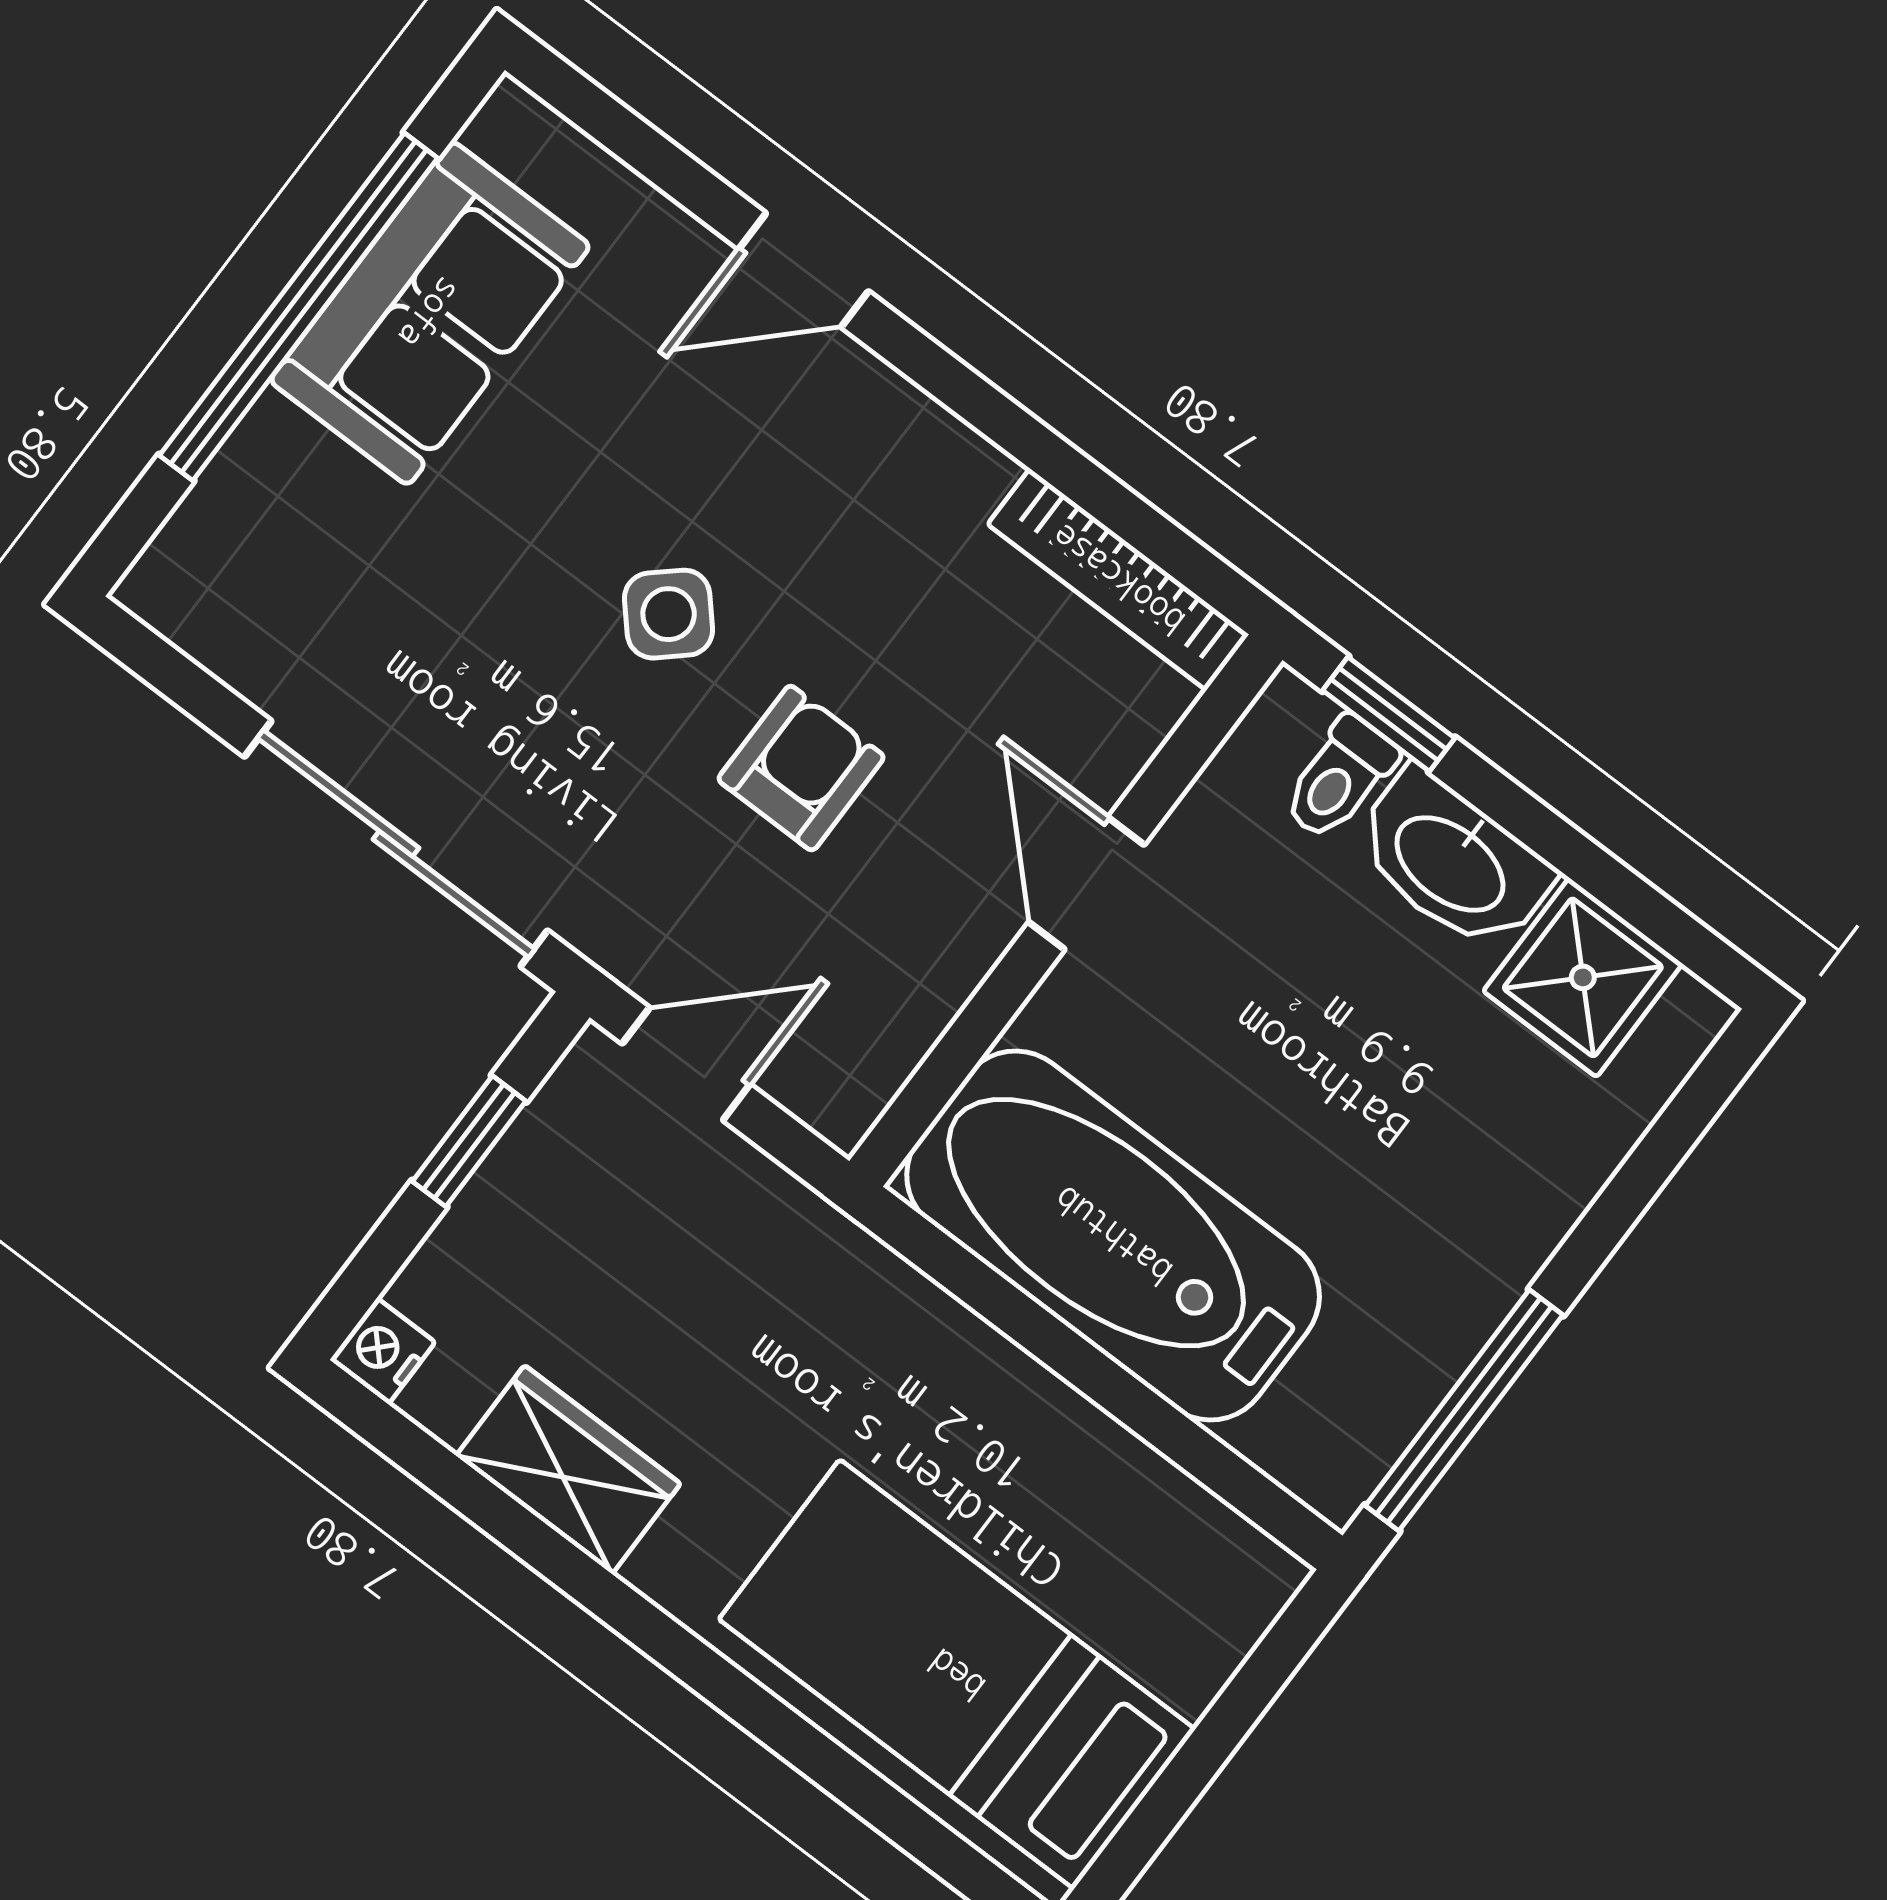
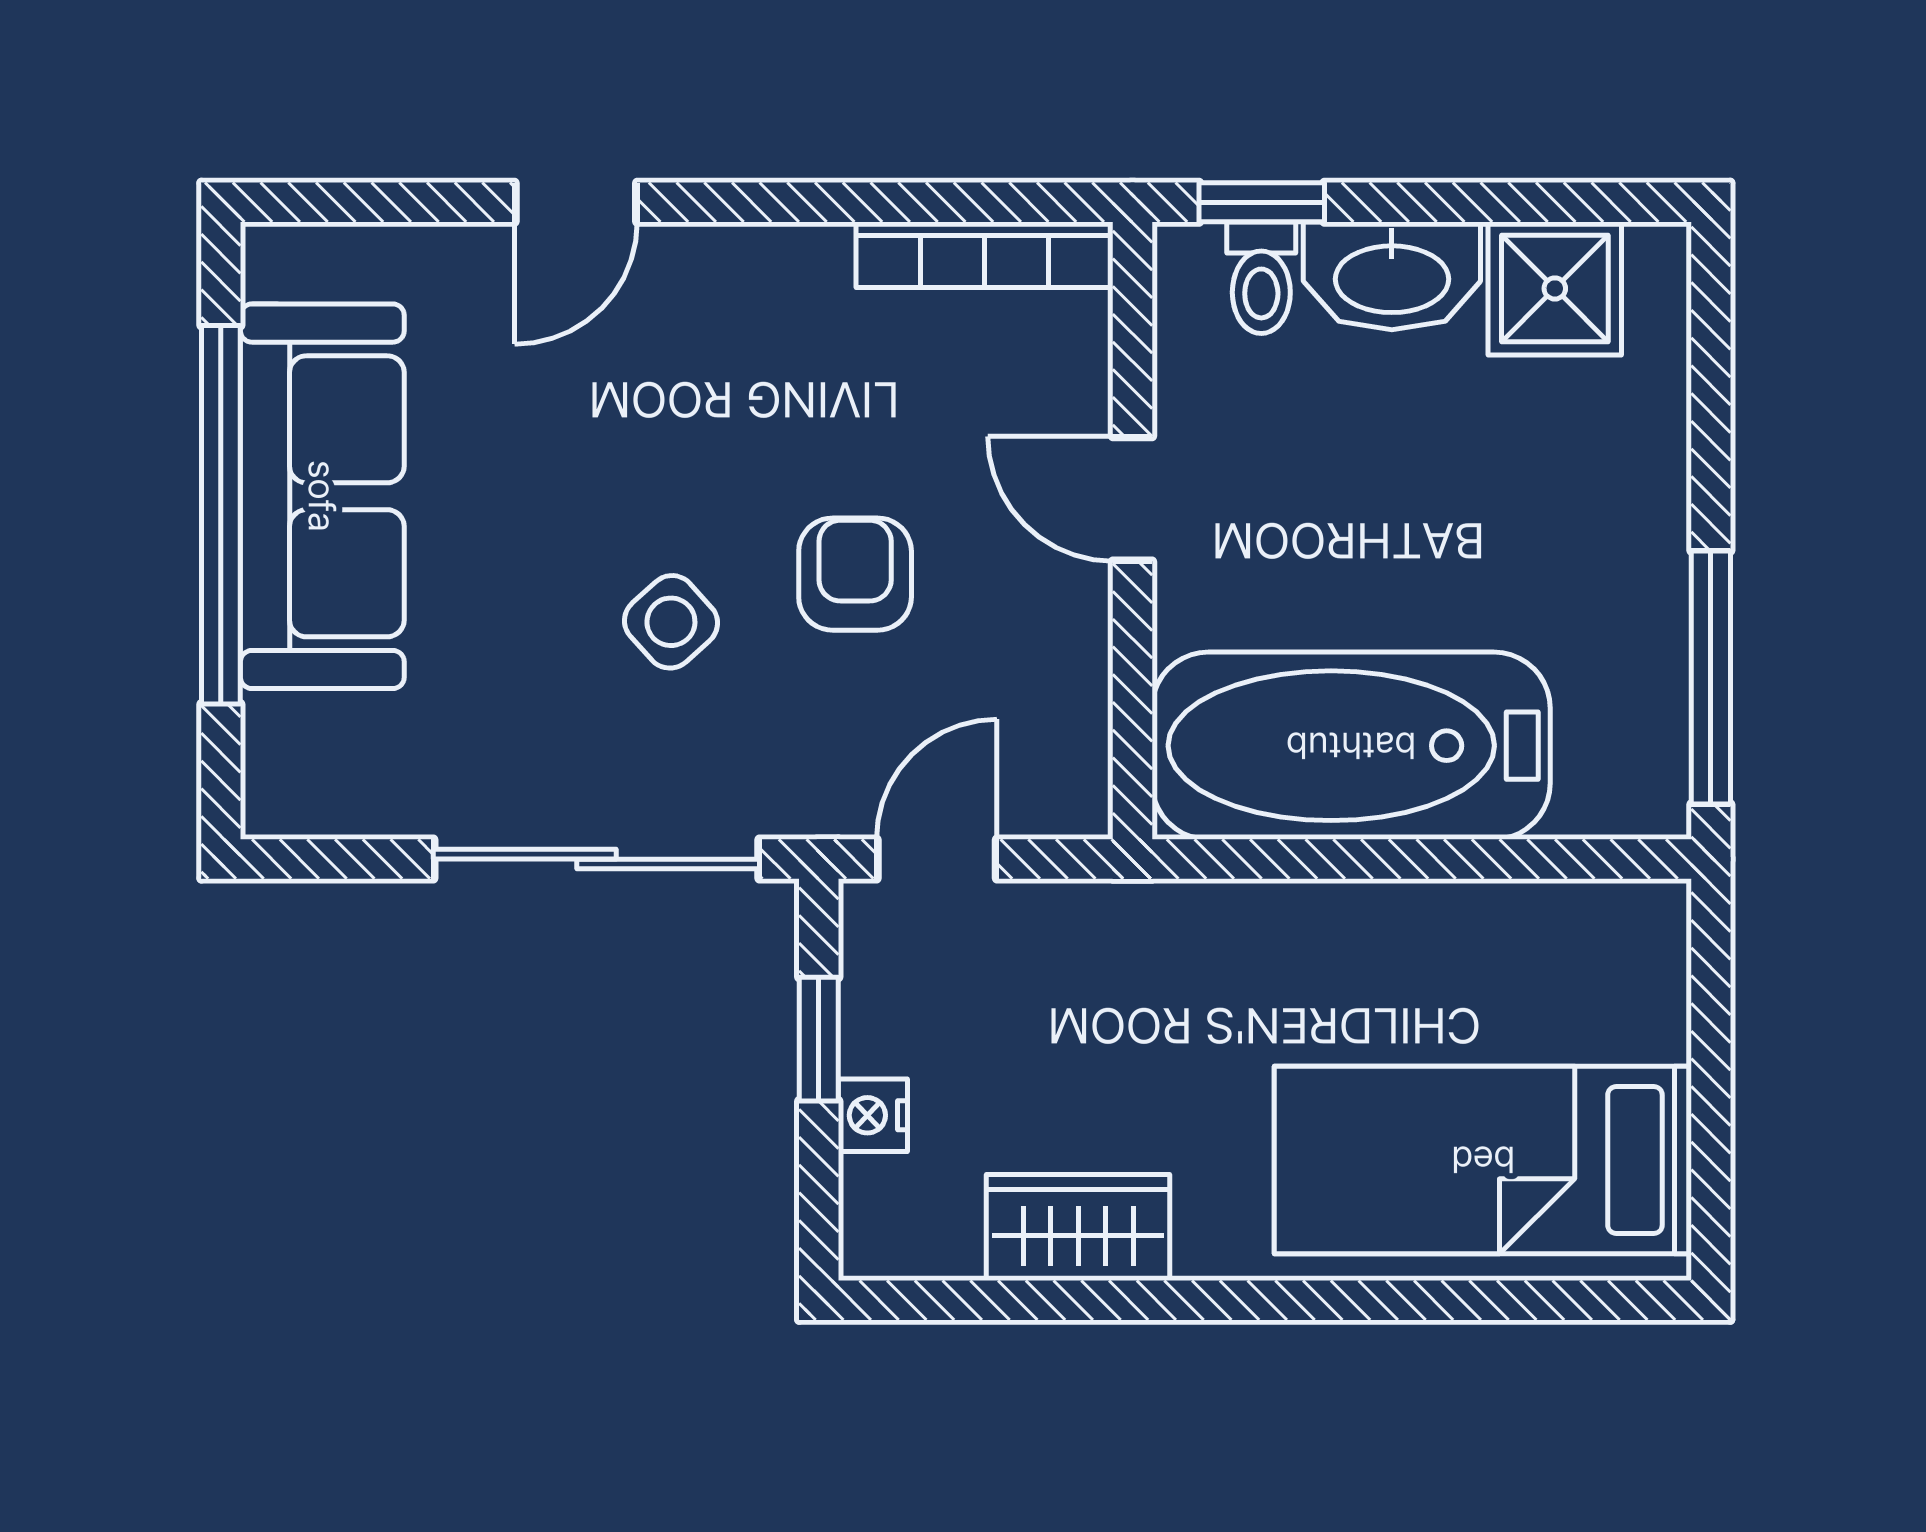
sofa: (430, 313) -> (322, 496), width x1.36
side table: (669, 614) -> (671, 622), moved
nightstand: (382, 1351) -> (873, 1115), moved

